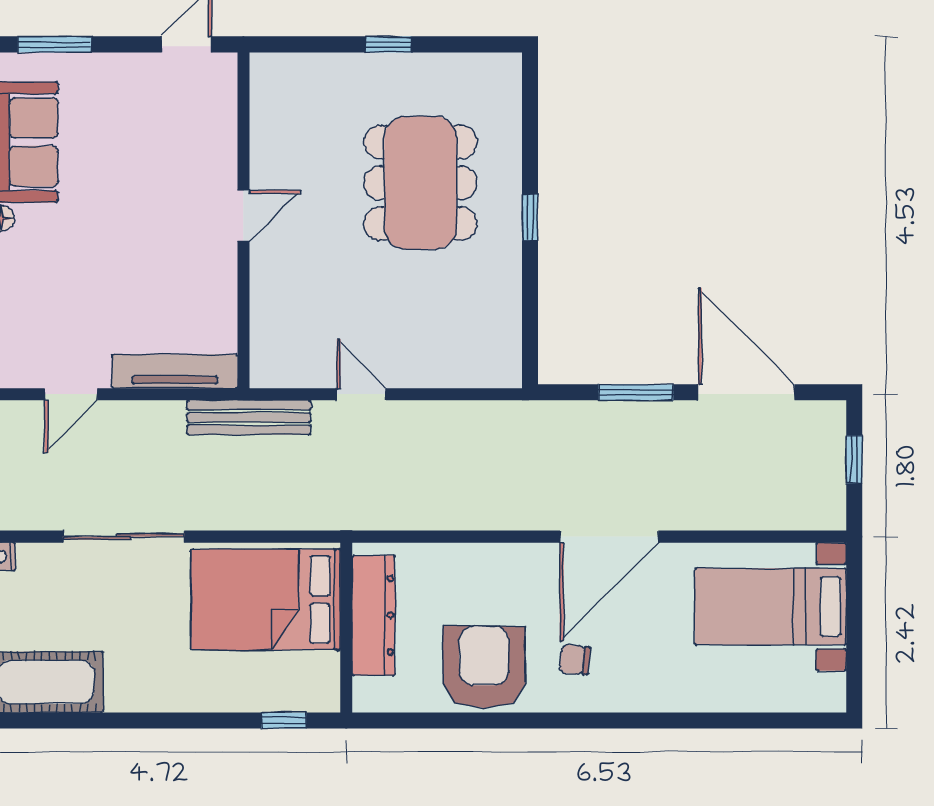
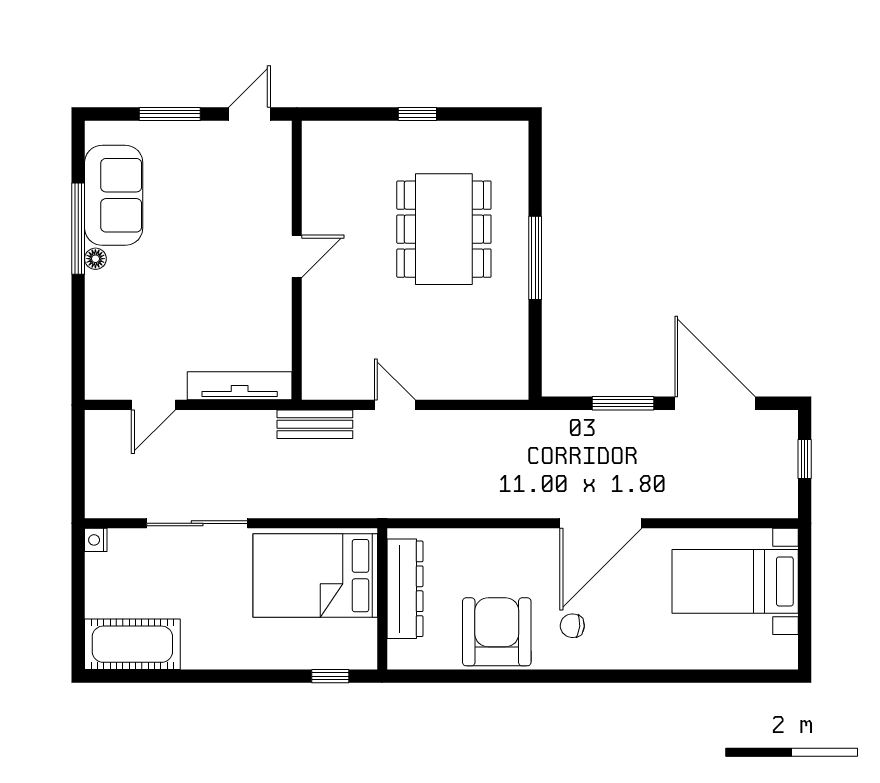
window: (54, 44) -> (170, 114), moved
window: (530, 217) -> (535, 258), width x2.17
bench: (249, 418) -> (315, 424), width x0.73

